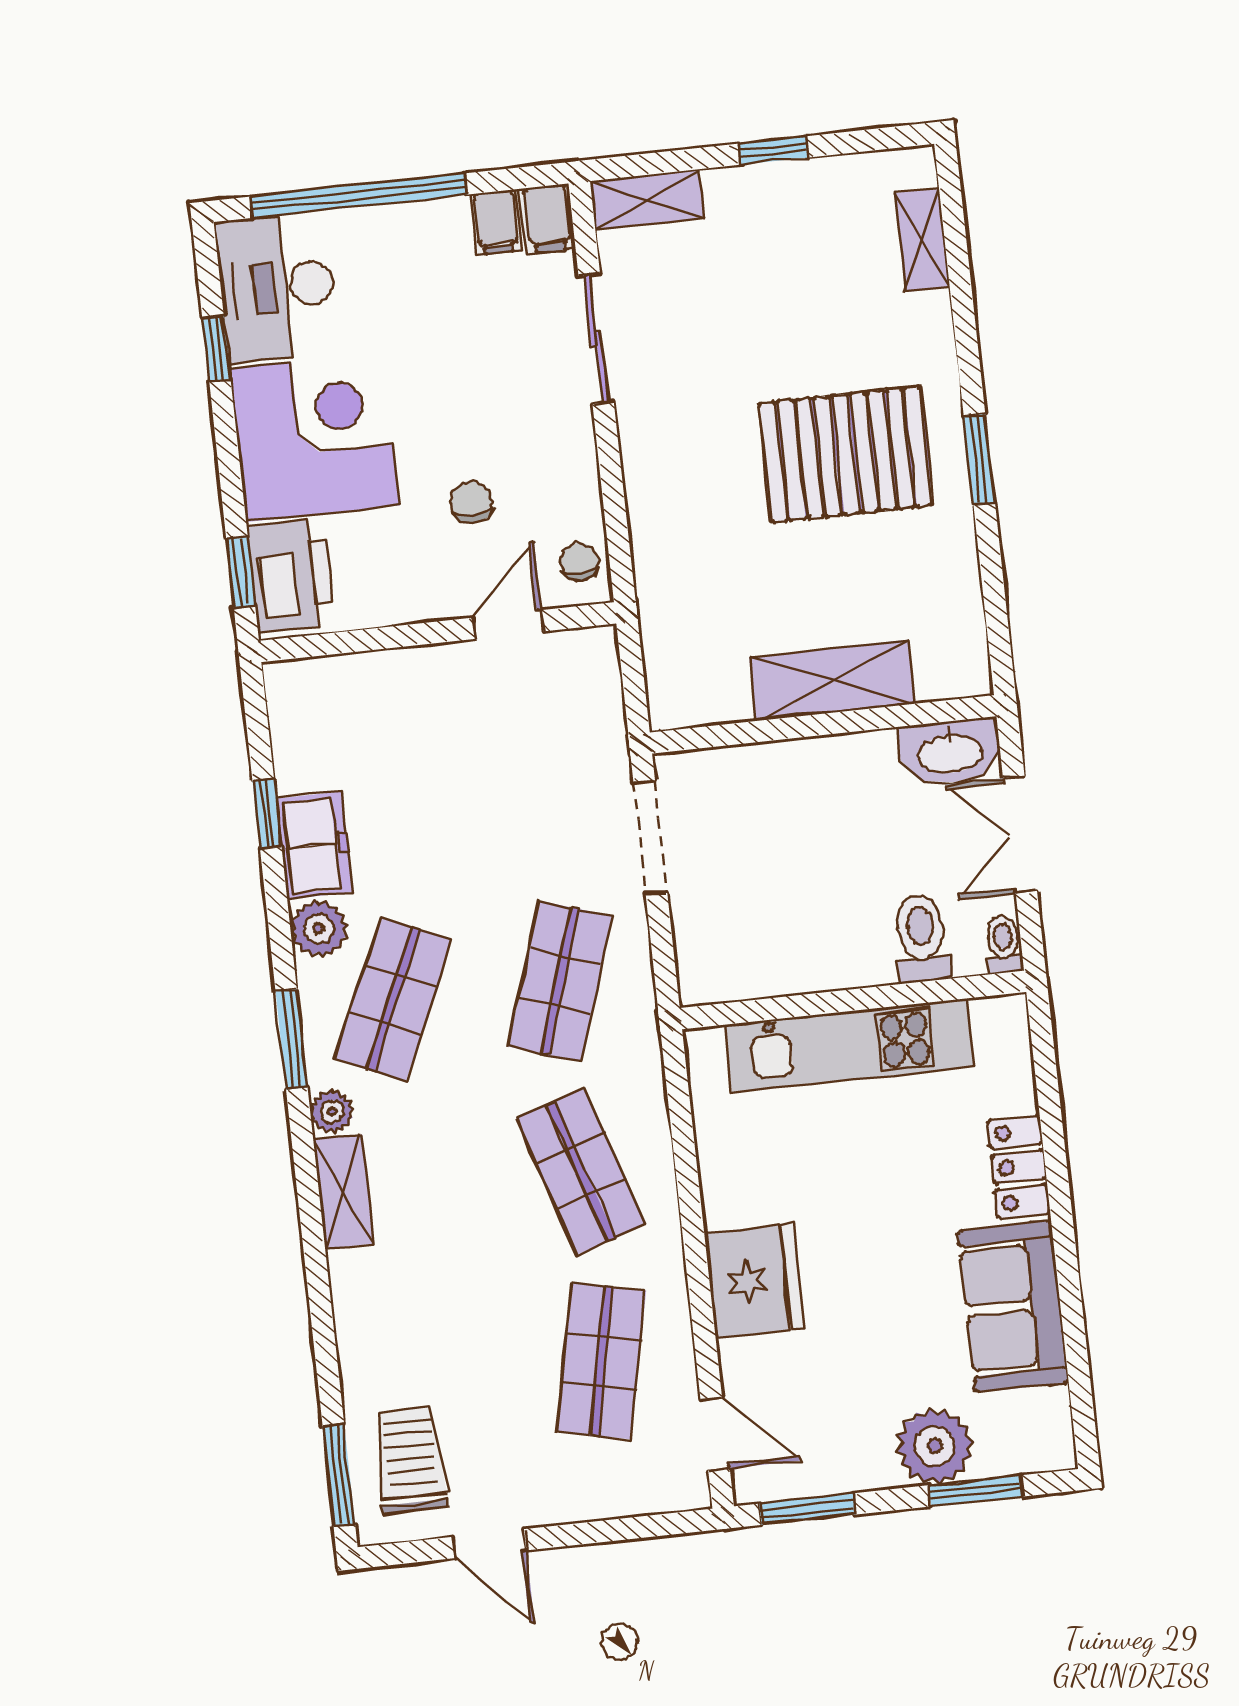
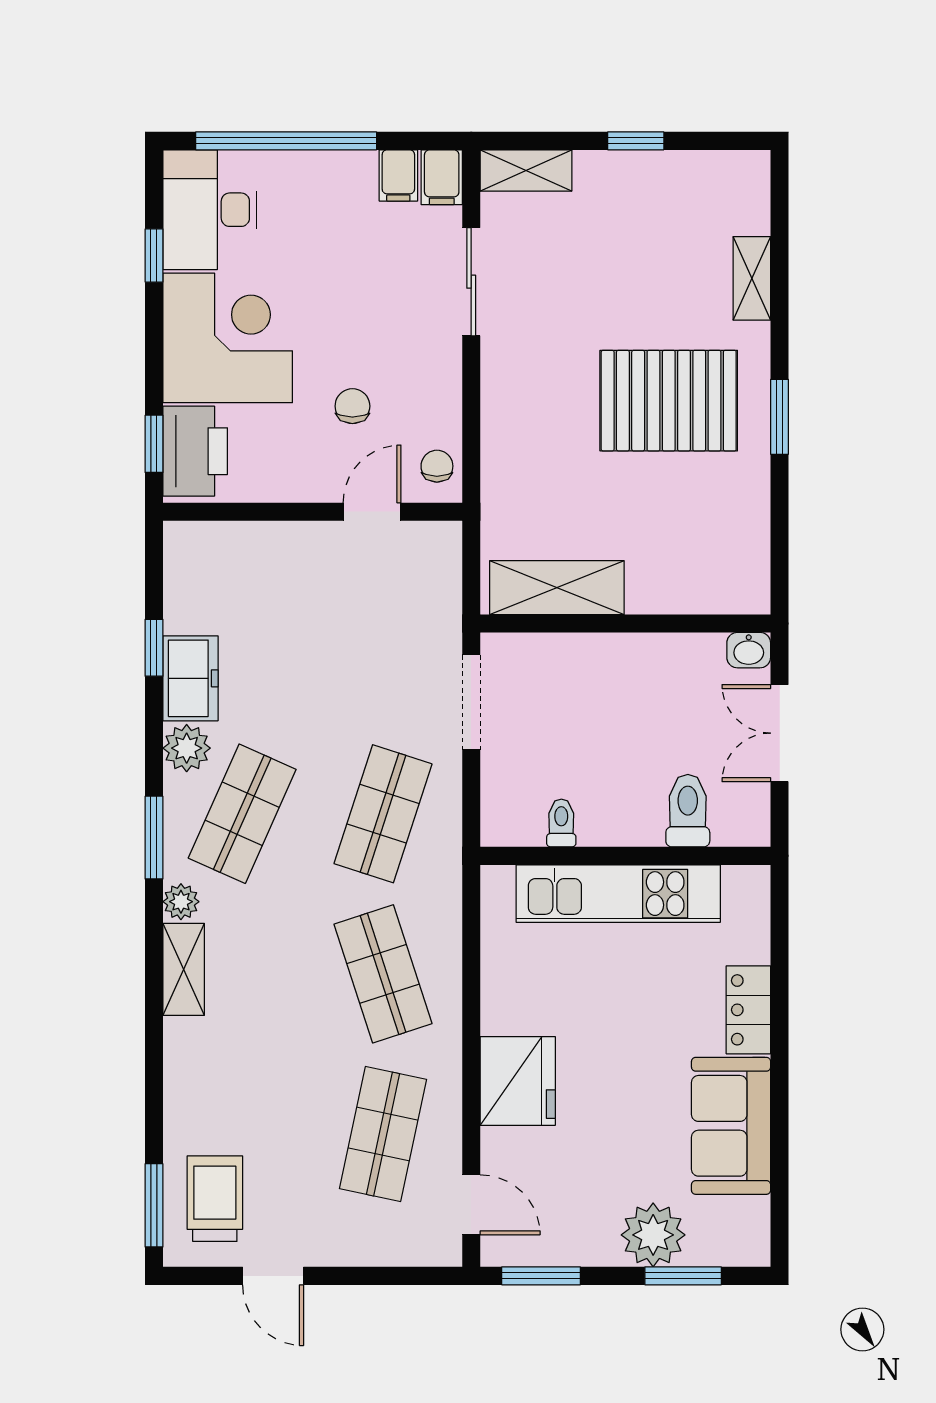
shelving: (922, 240) -> (752, 278), moved
shelving: (832, 680) -> (557, 588), moved
washbasin: (950, 752) -> (749, 650), width x0.52, depth x0.69
toilet: (1004, 944) -> (561, 823), moved

